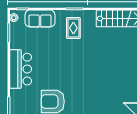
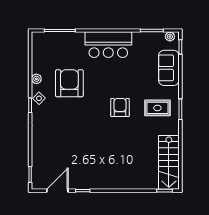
armchair: (73, 59) -> (120, 107), added

